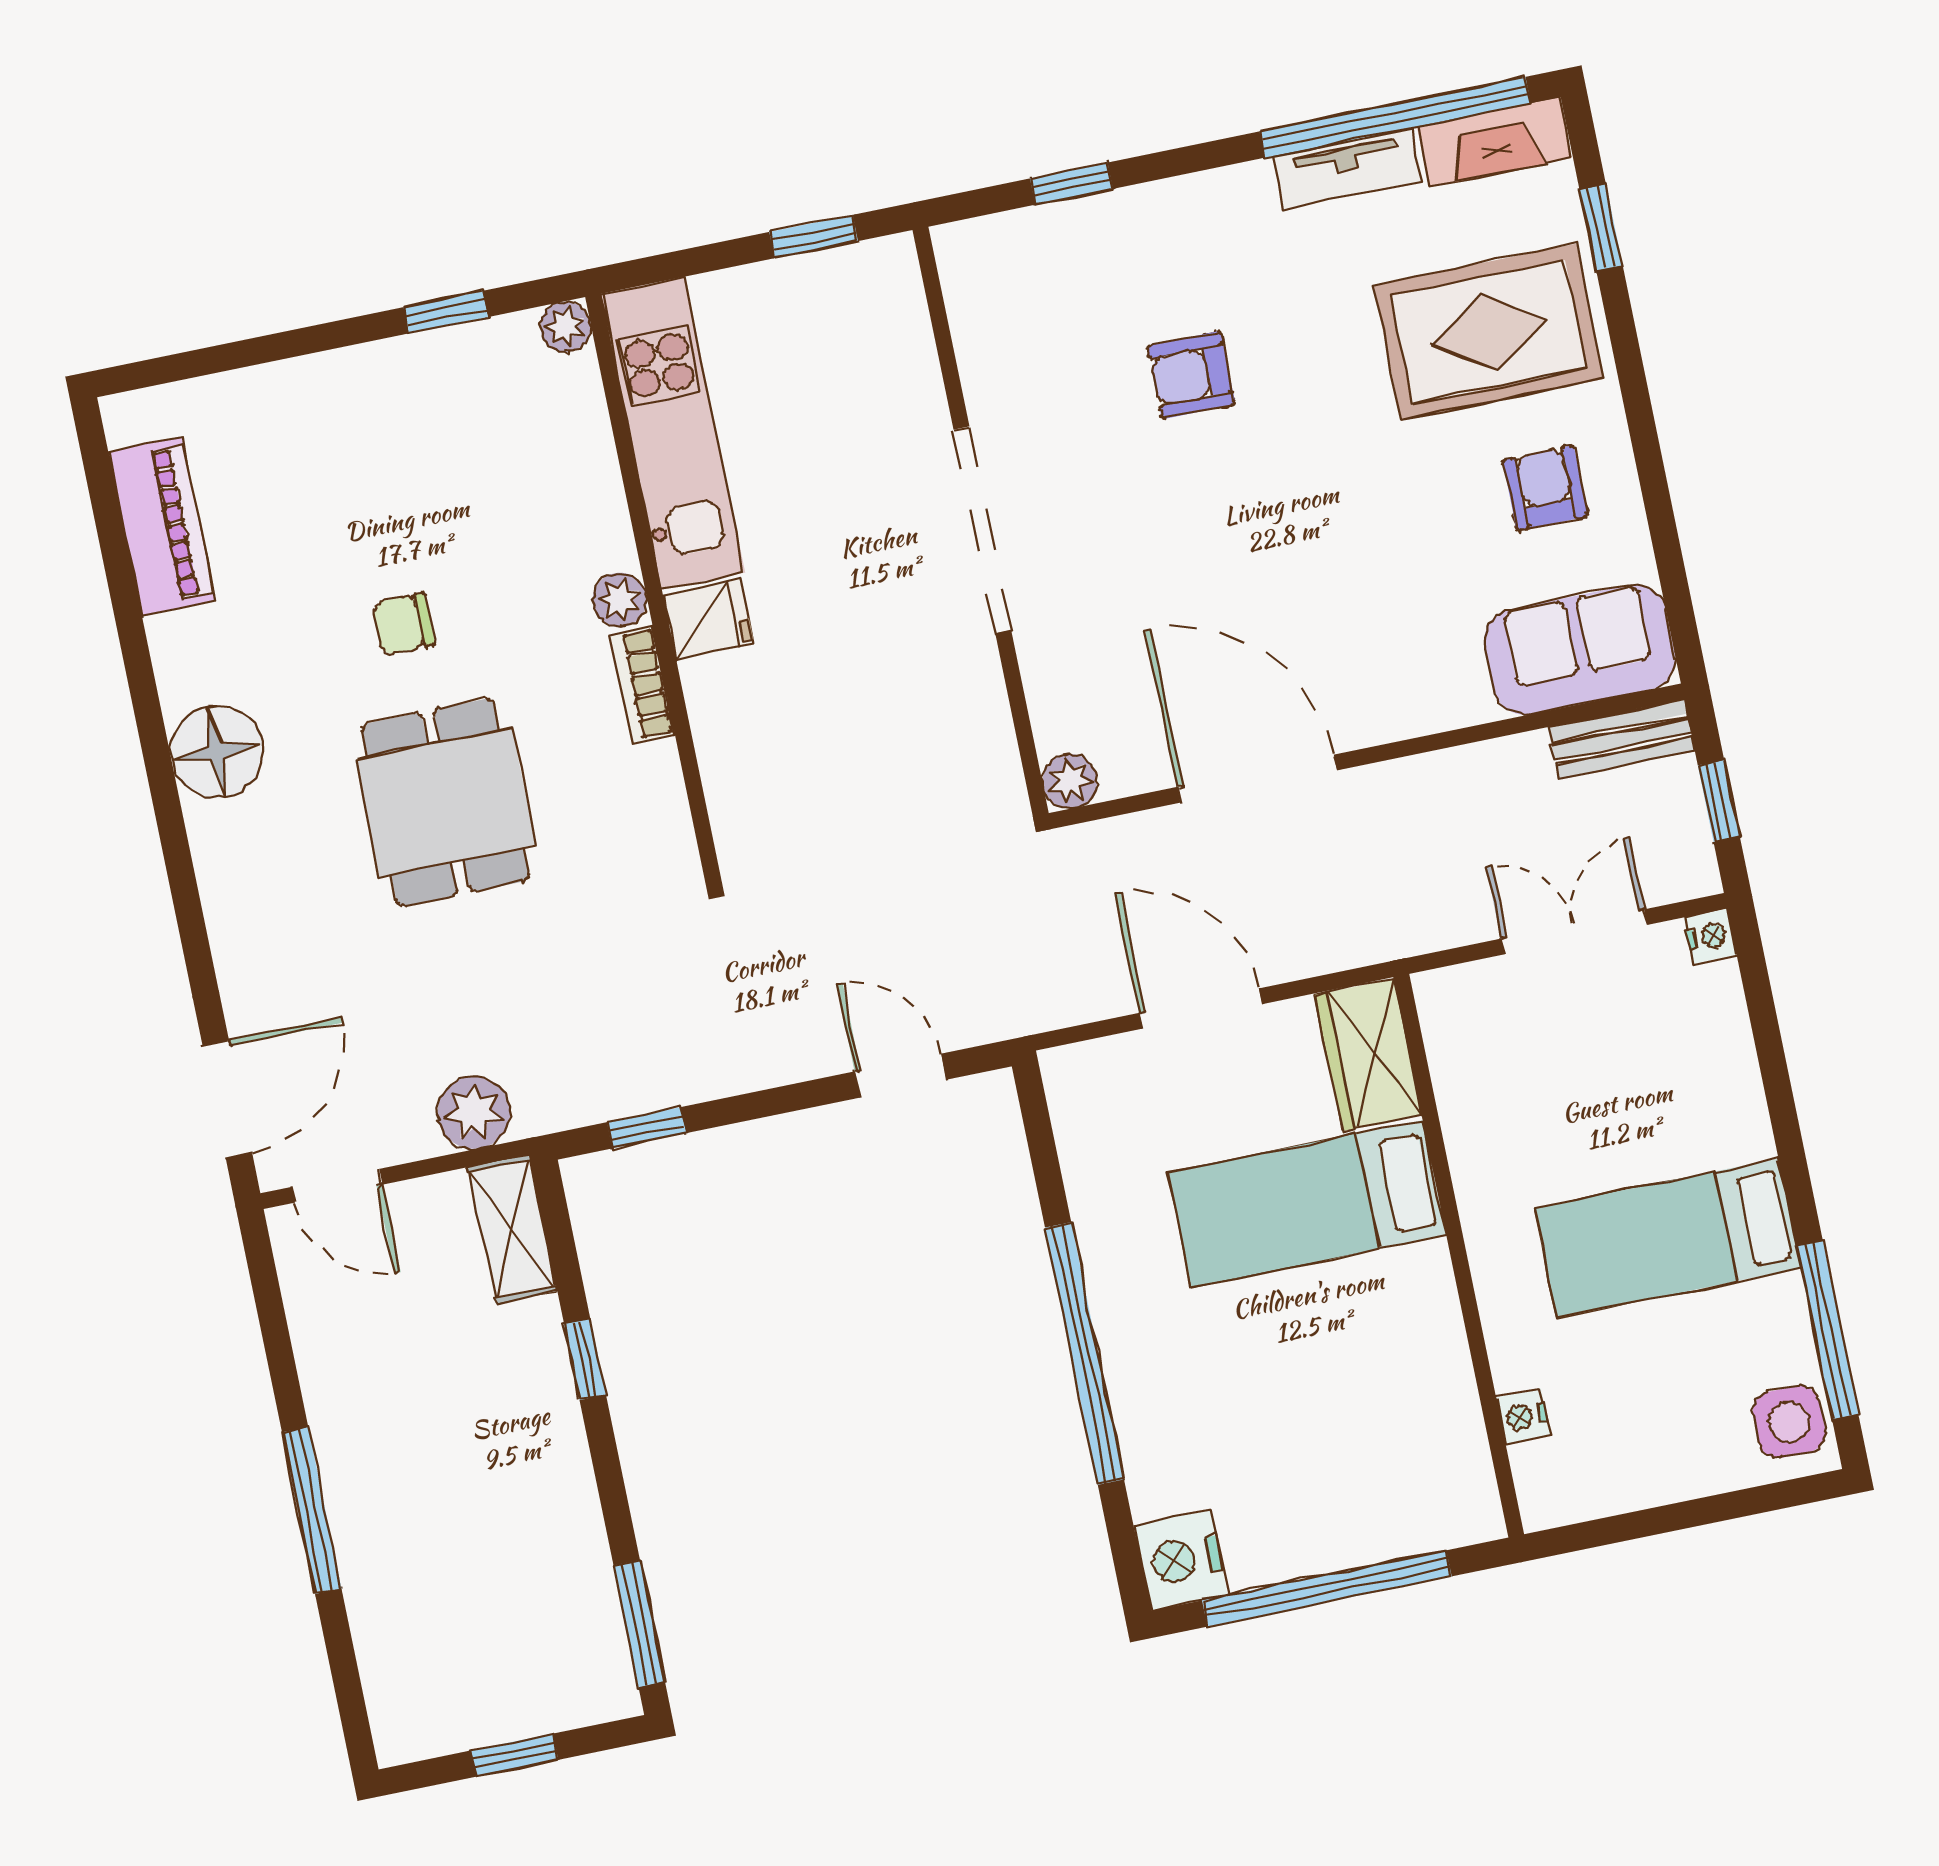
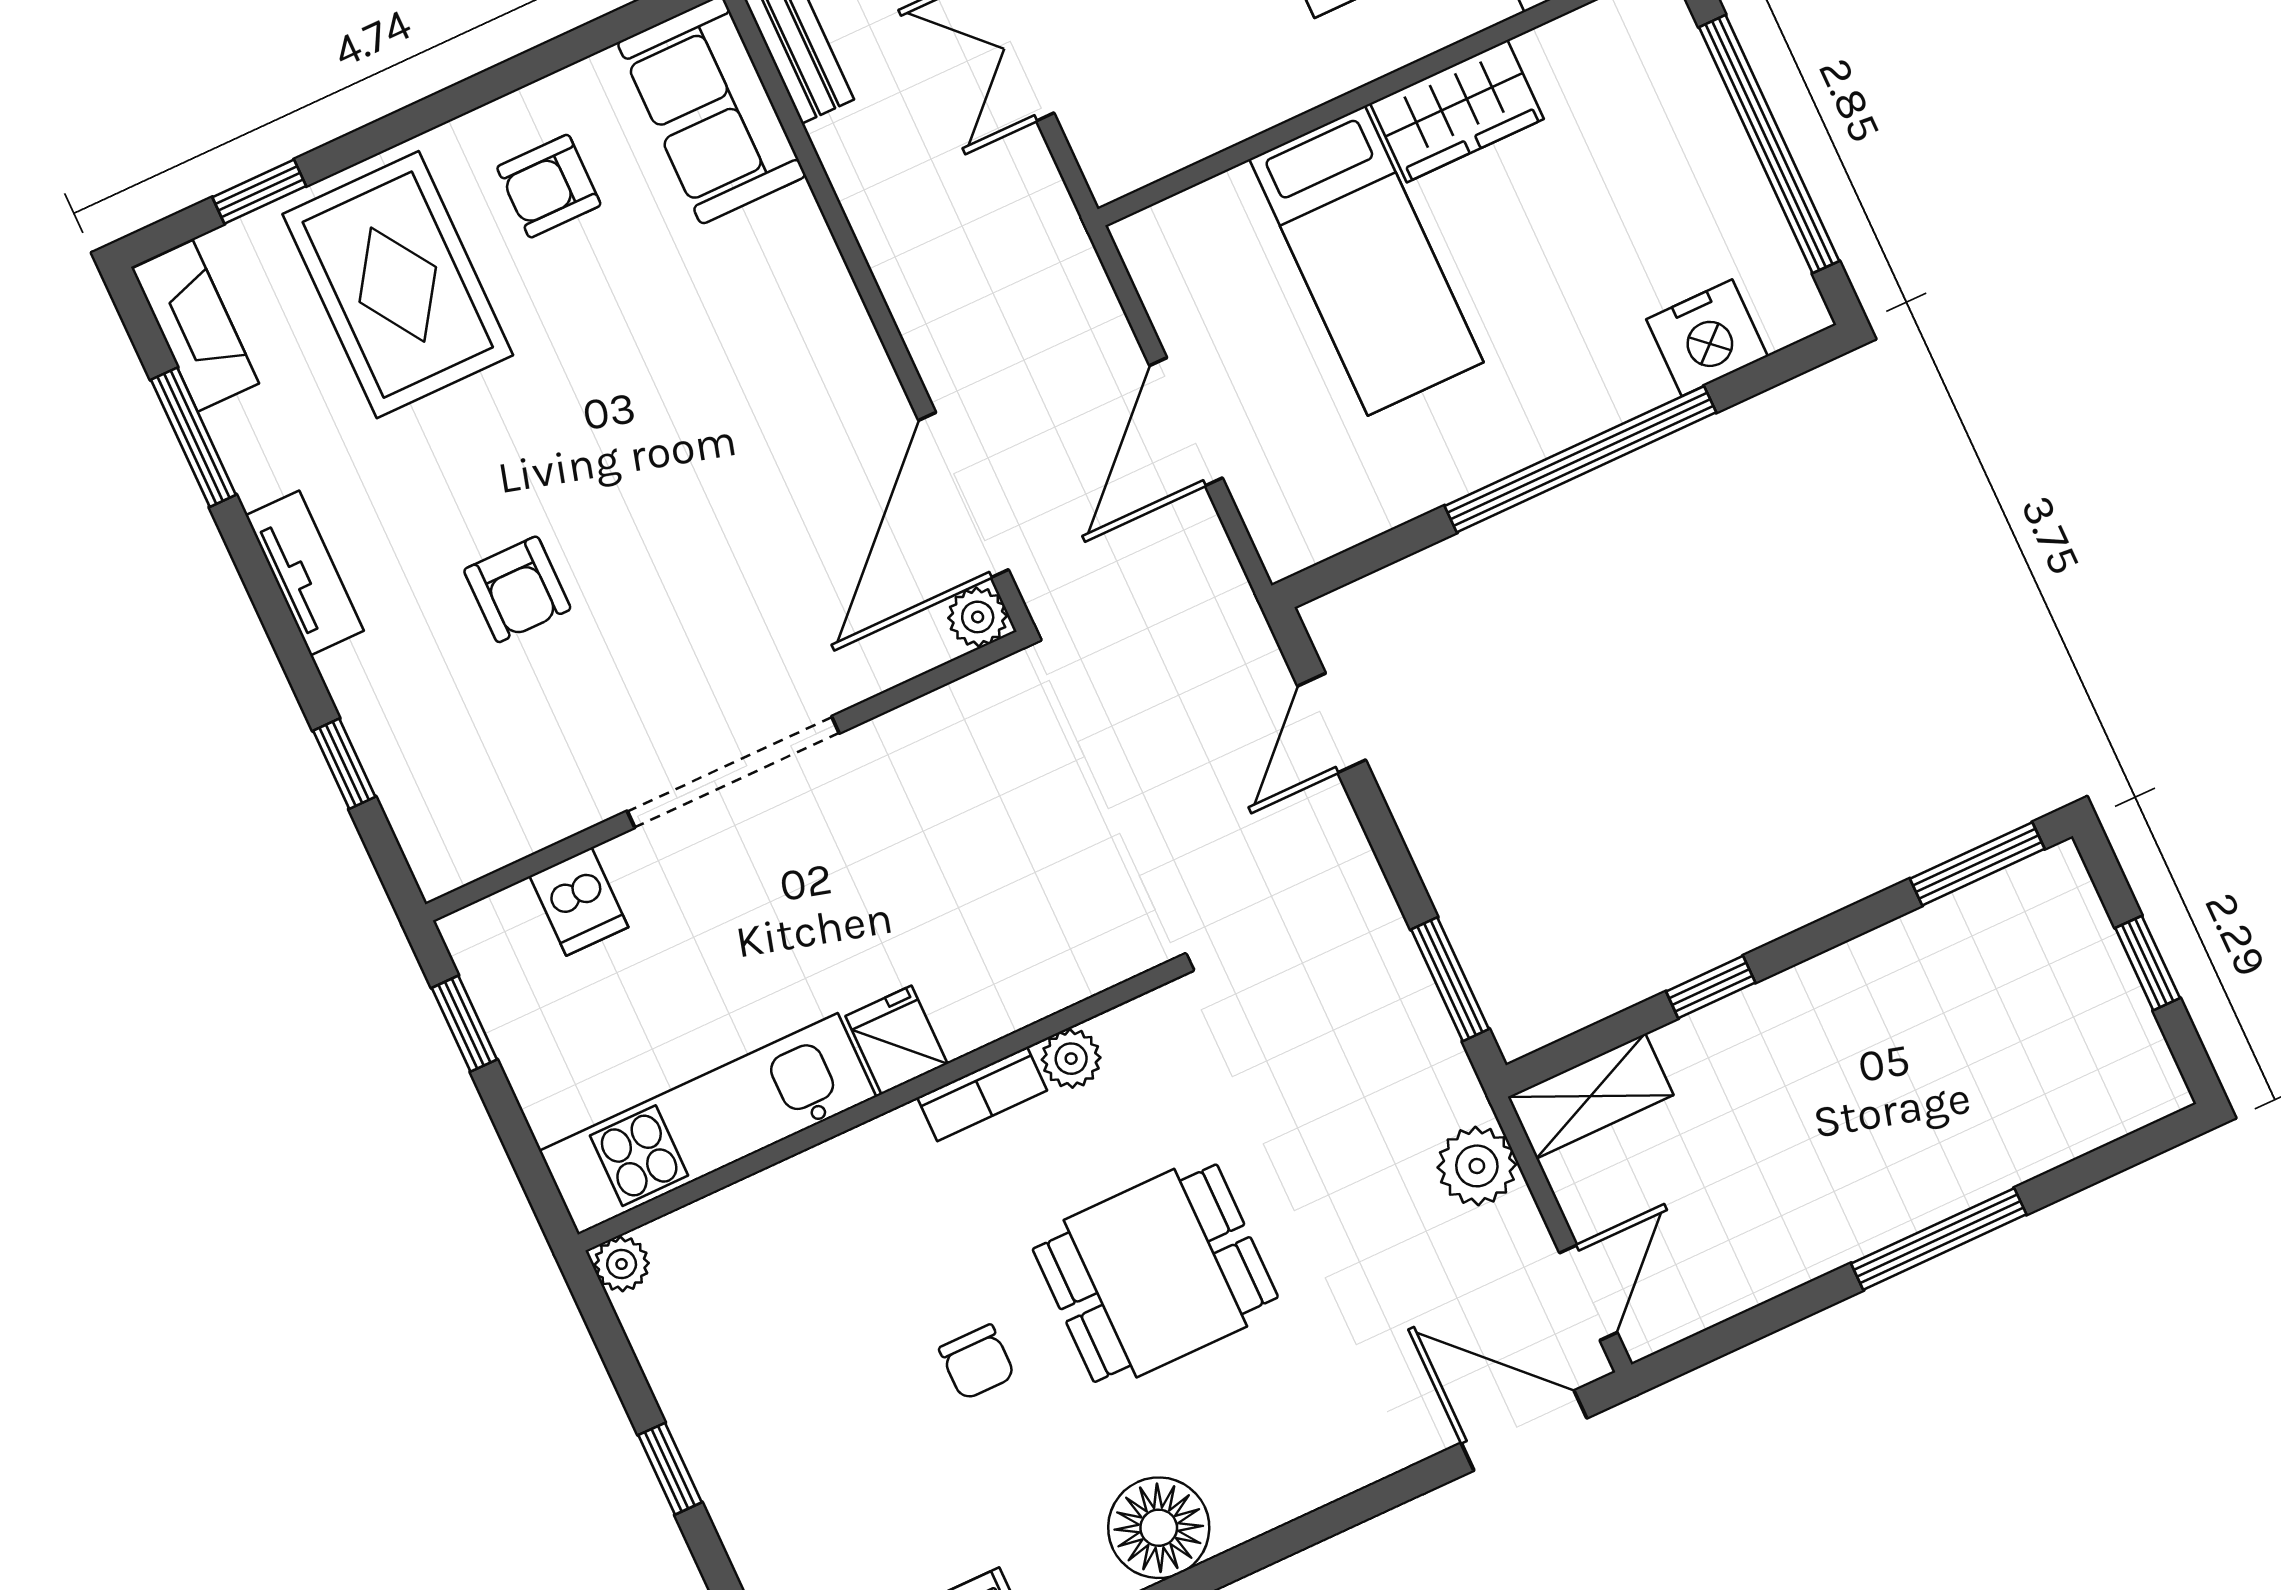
window: (1395, 117) -> (193, 437), width x0.47
tv unit: (1347, 168) -> (305, 573), moved
window: (446, 312) -> (670, 1469), moved
dishwasher: (899, 365) -> (579, 902), added
plant: (620, 600) -> (1071, 1059), moved
door: (1257, 779) -> (964, 495), moved
wardrobe: (1368, 1055) -> (1457, 111), moved
window: (647, 1128) -> (1450, 979), width x1.50
nightstand: (1181, 1560) -> (1707, 338), moved

